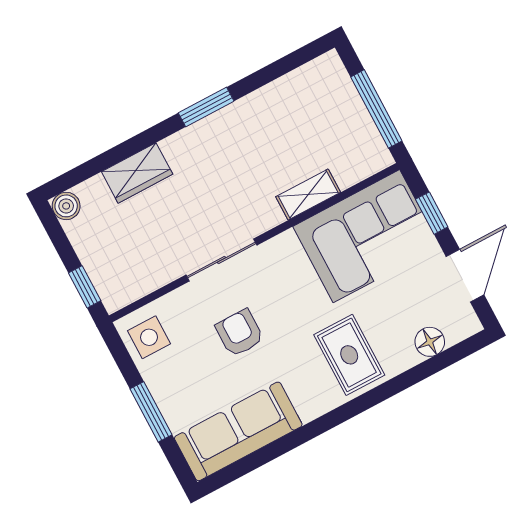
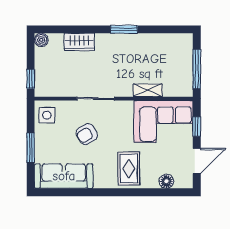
armchair: (240, 333) -> (87, 134), turned -120

